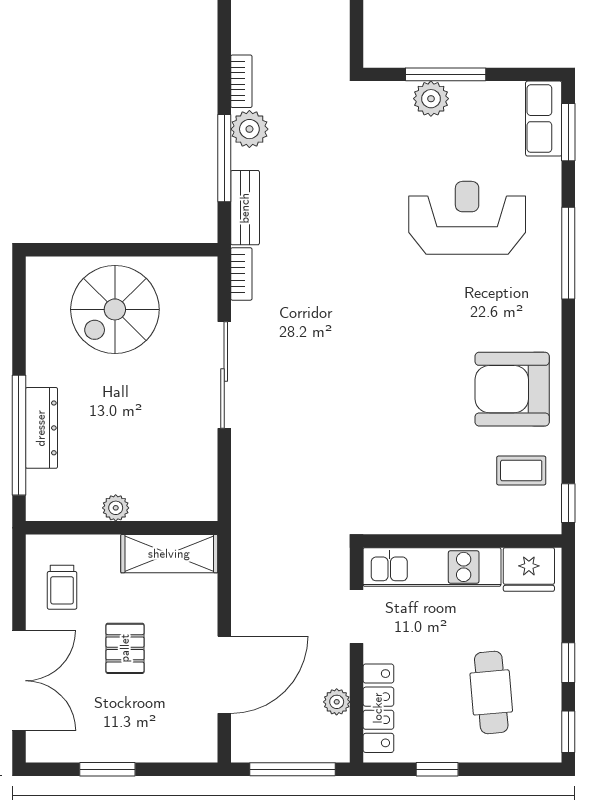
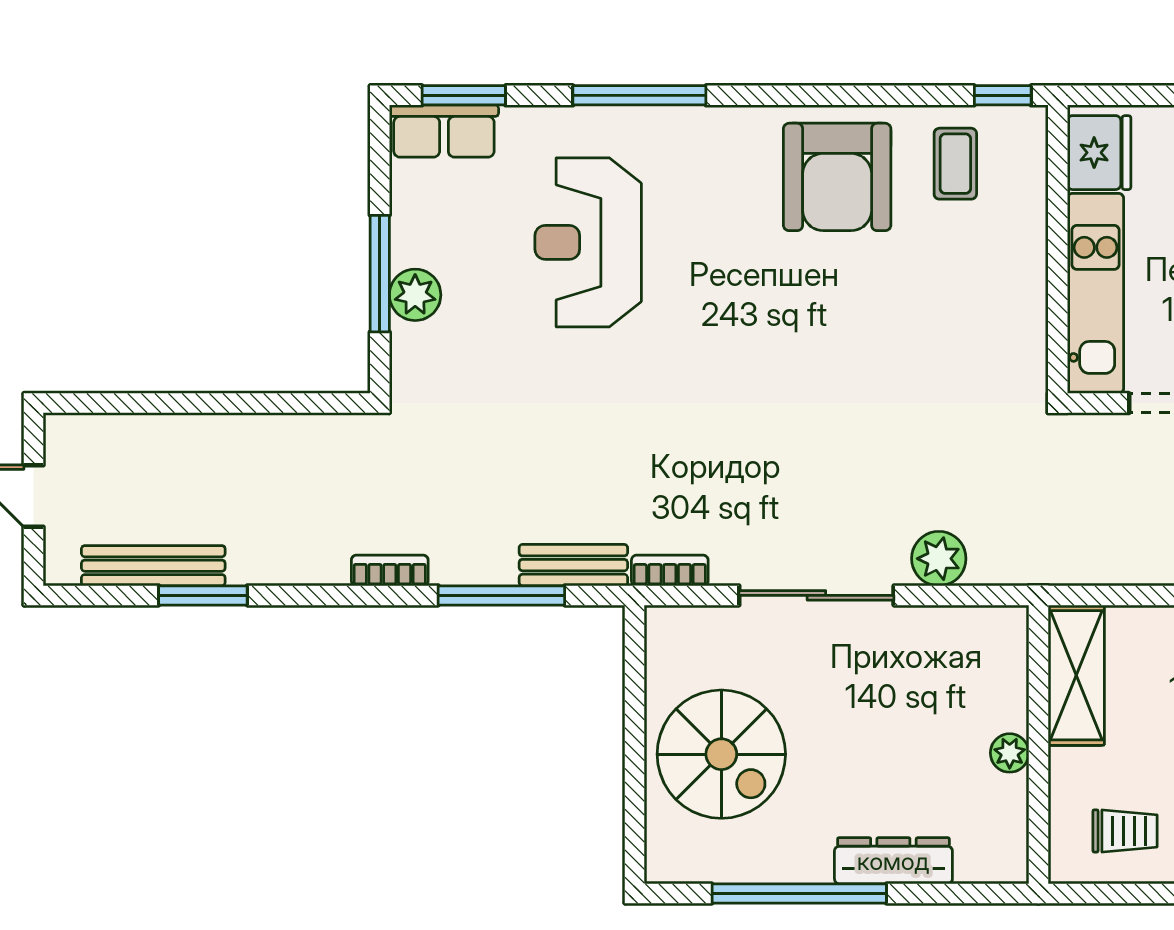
plant: (249, 129) -> (939, 559), moved
window: (19, 435) -> (799, 894), moved

